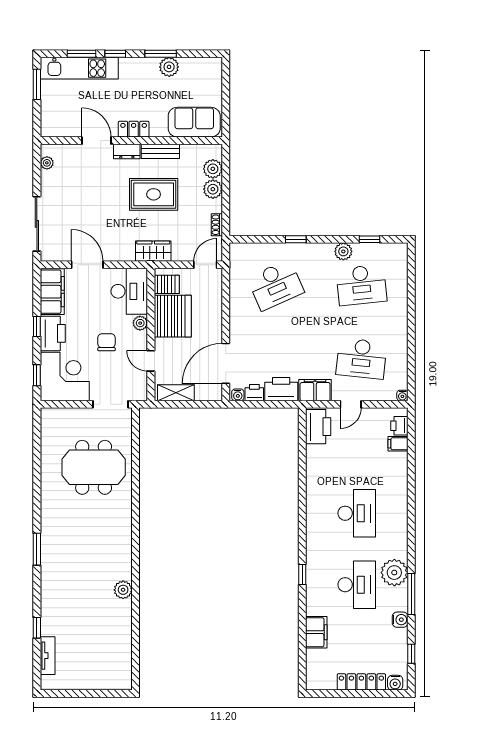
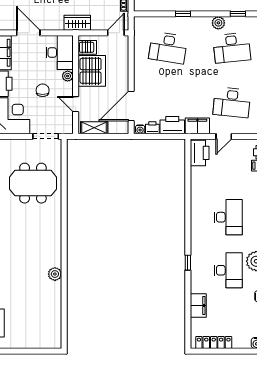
desk: (276, 285) -> (168, 48), turned 33
locker: (361, 682) -> (214, 342), moved

